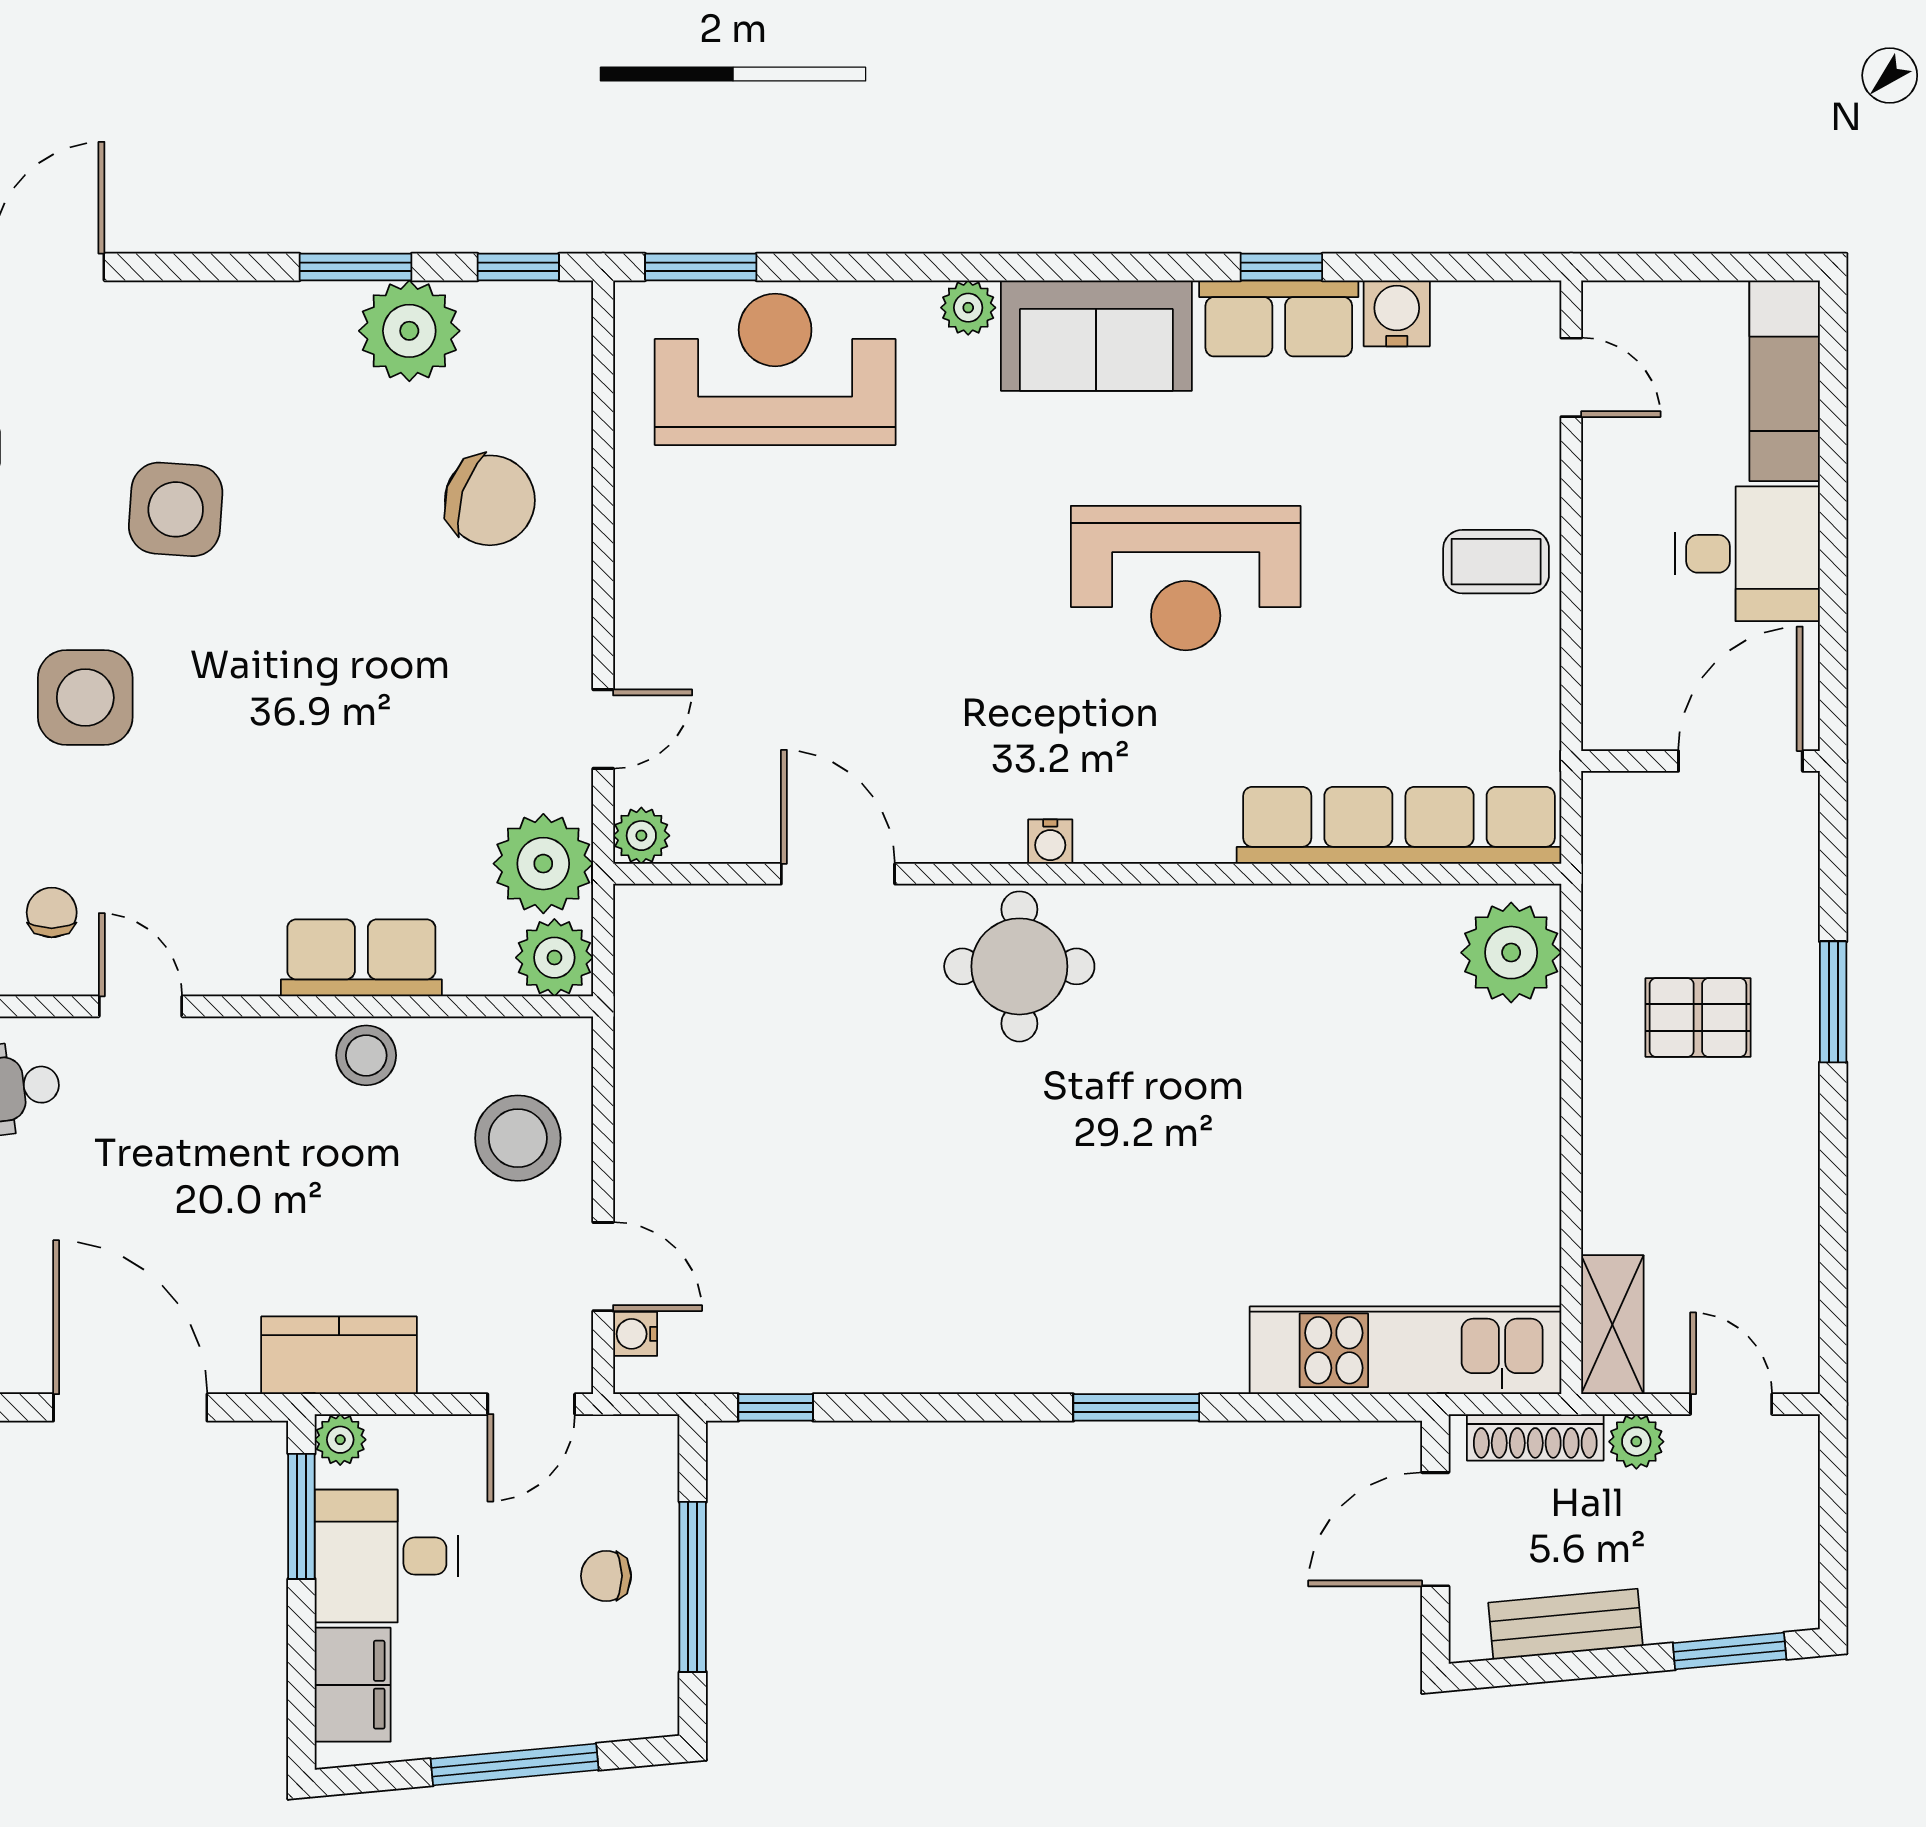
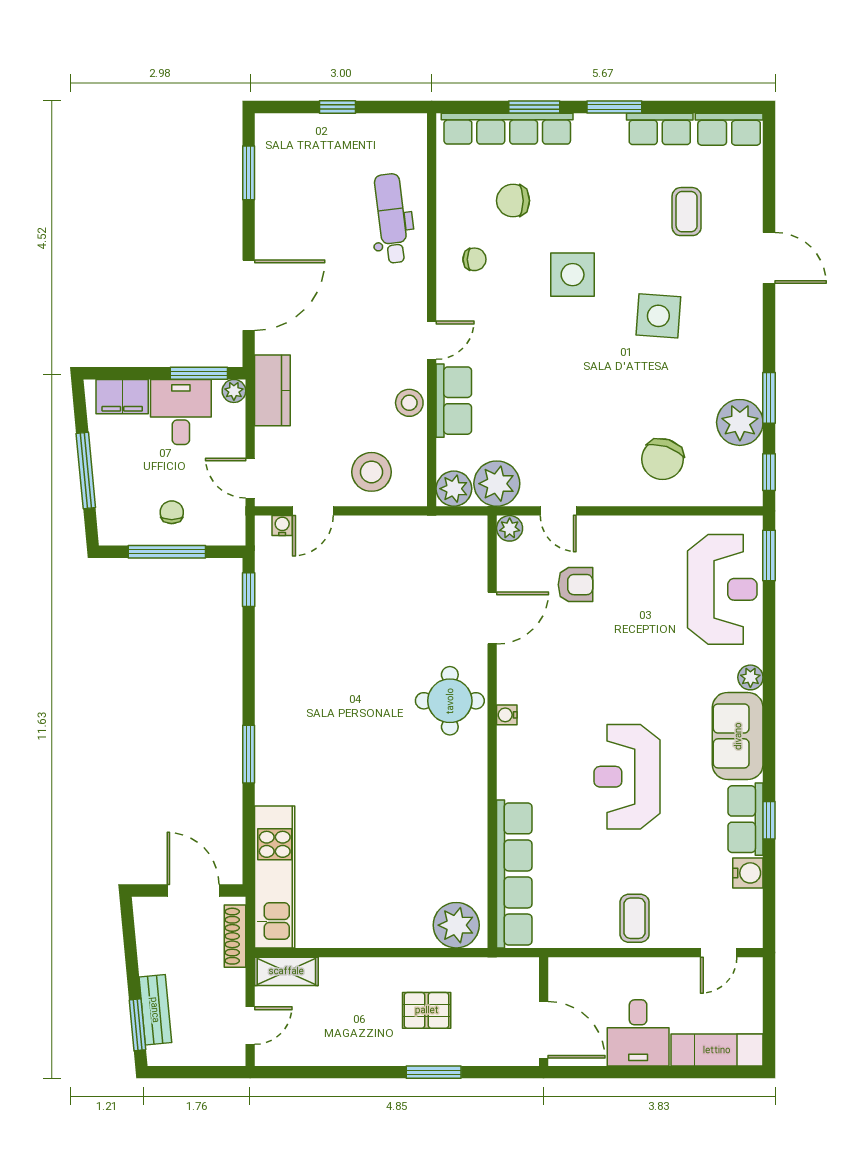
armchair: (765, 691) -> (575, 585), added
door: (141, 1006) -> (432, 340), moved
pallet: (1698, 1018) -> (427, 1010), turned 90
plant: (1636, 1442) -> (233, 982), removed
bench: (1566, 1624) -> (155, 1010), moved

